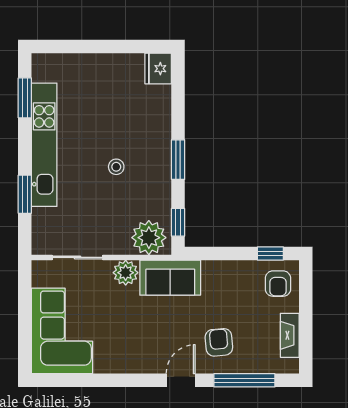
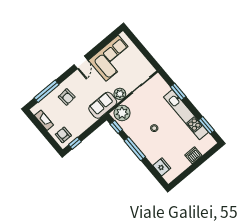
dishwasher: (89, 66) -> (193, 155), added
fridge: (158, 69) -> (162, 167), moved
window: (178, 160) -> (135, 149), width x1.44
corner sofa: (62, 331) -> (112, 58), moved, turned -90
door: (181, 380) -> (81, 62), moved

